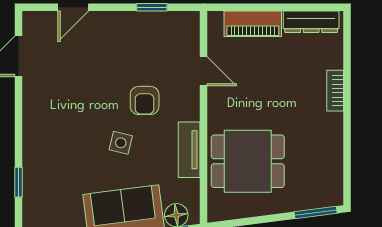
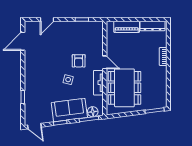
door: (203, 71) -> (105, 62), moved
dining table: (248, 161) -> (124, 88), width x1.37

